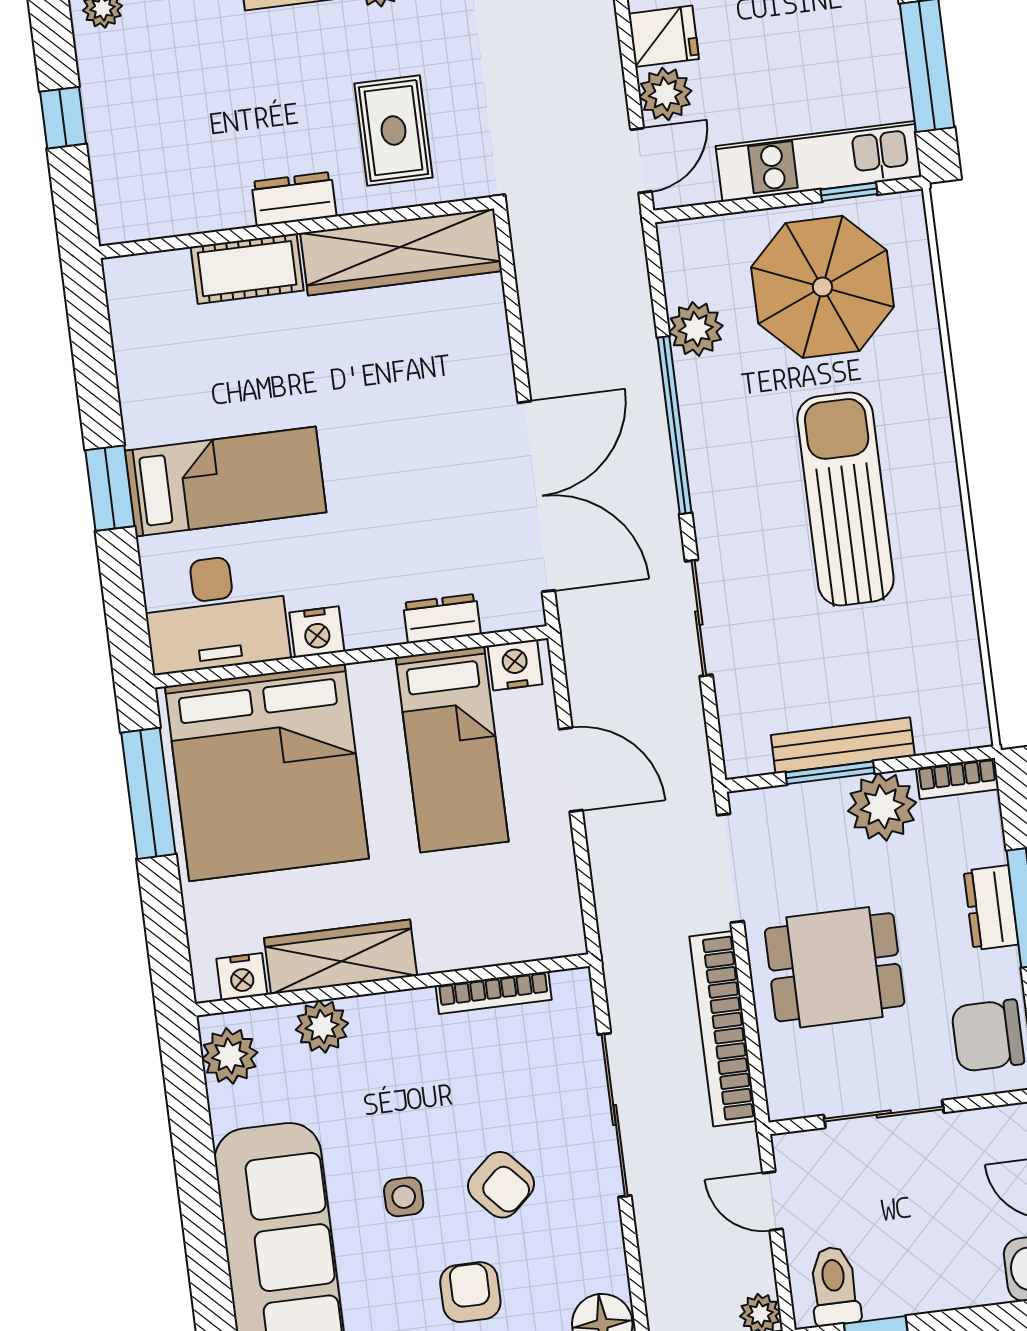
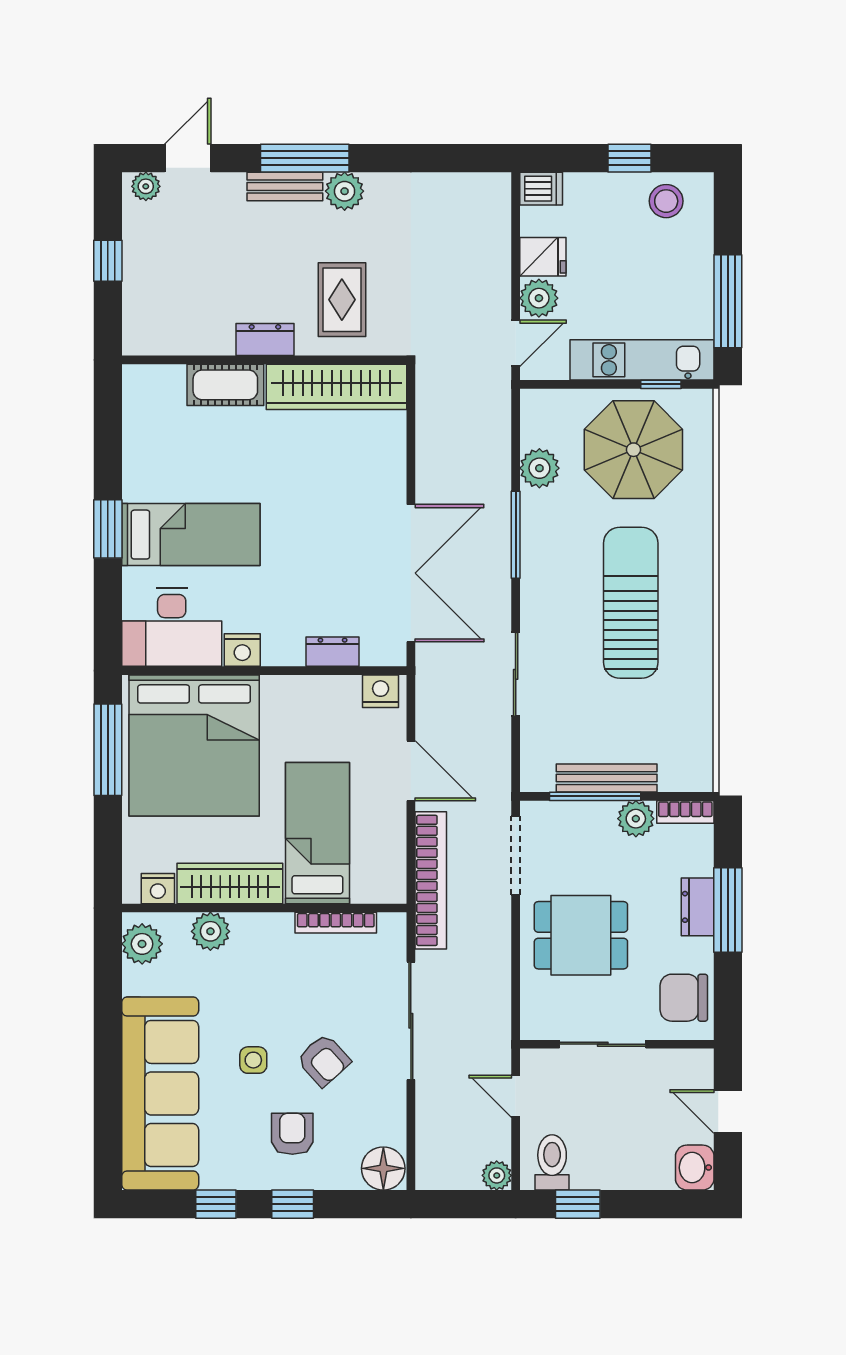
window: (674, 425) -> (516, 535), width x0.68
bed: (452, 749) -> (317, 833), moved, turned 180
window: (830, 773) -> (595, 796), width x1.44
plant: (882, 807) -> (636, 819), width x0.73, depth x0.73
bookcase: (723, 1029) -> (431, 880), moved, turned 180

